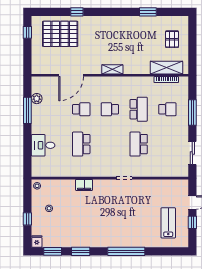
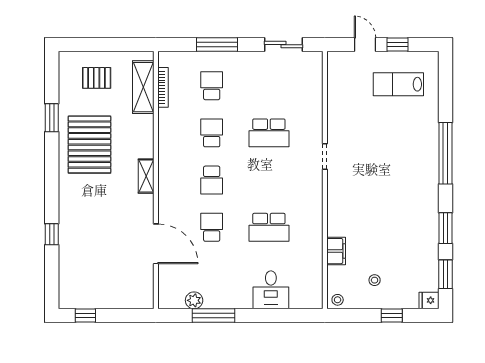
pallet: (60, 34) -> (89, 145), moved
school desk: (139, 109) -> (212, 133), width x0.54
filing cabinet: (84, 185) -> (336, 251), moved

